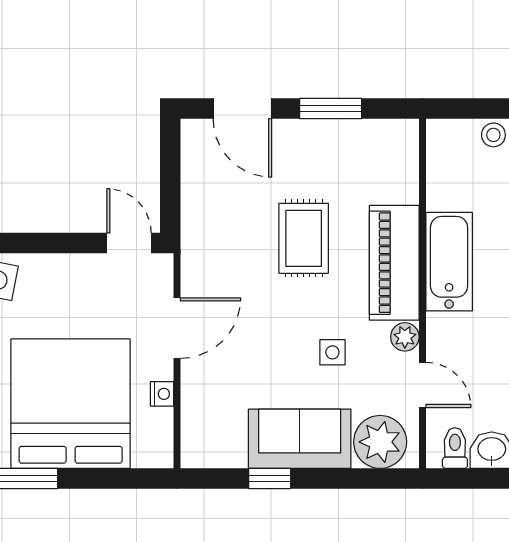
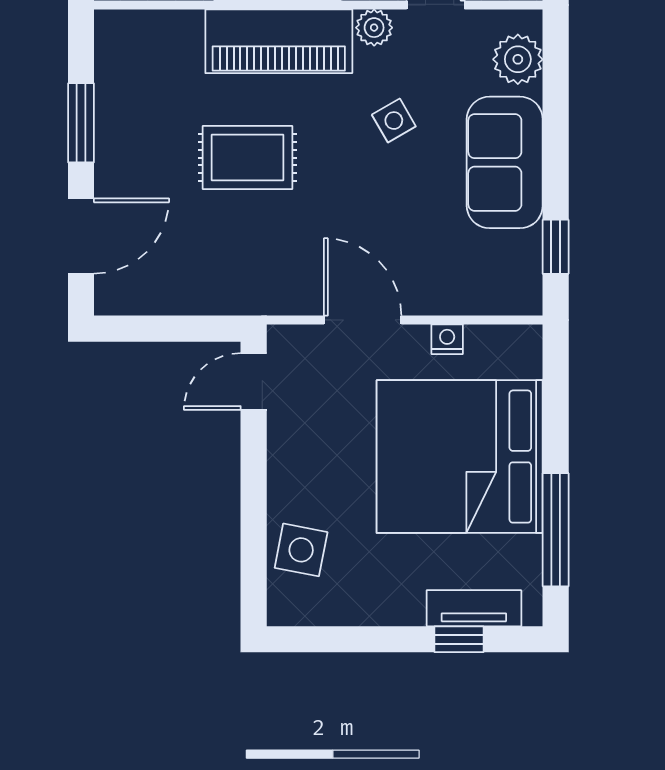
side table: (332, 352) -> (394, 121), turned -30
plant: (380, 442) -> (518, 59), width x0.73, depth x0.73
window: (270, 478) -> (556, 247), moved

